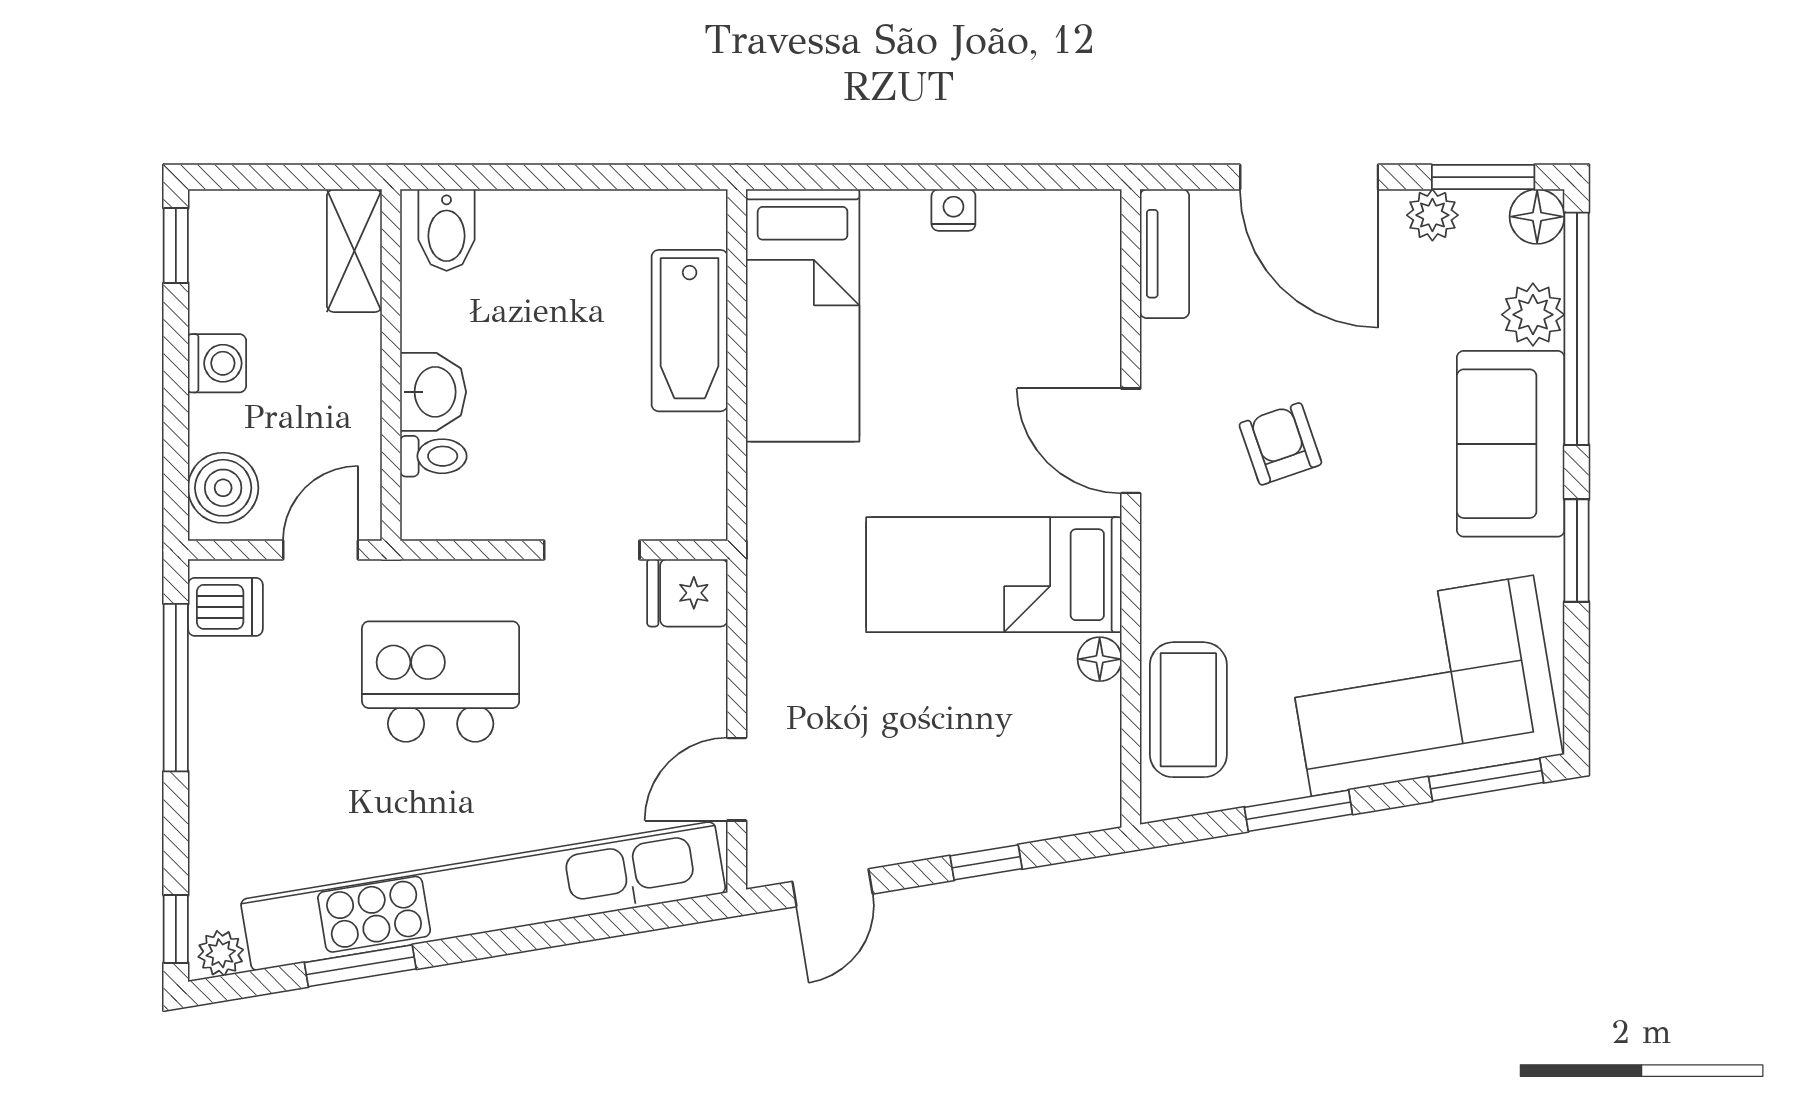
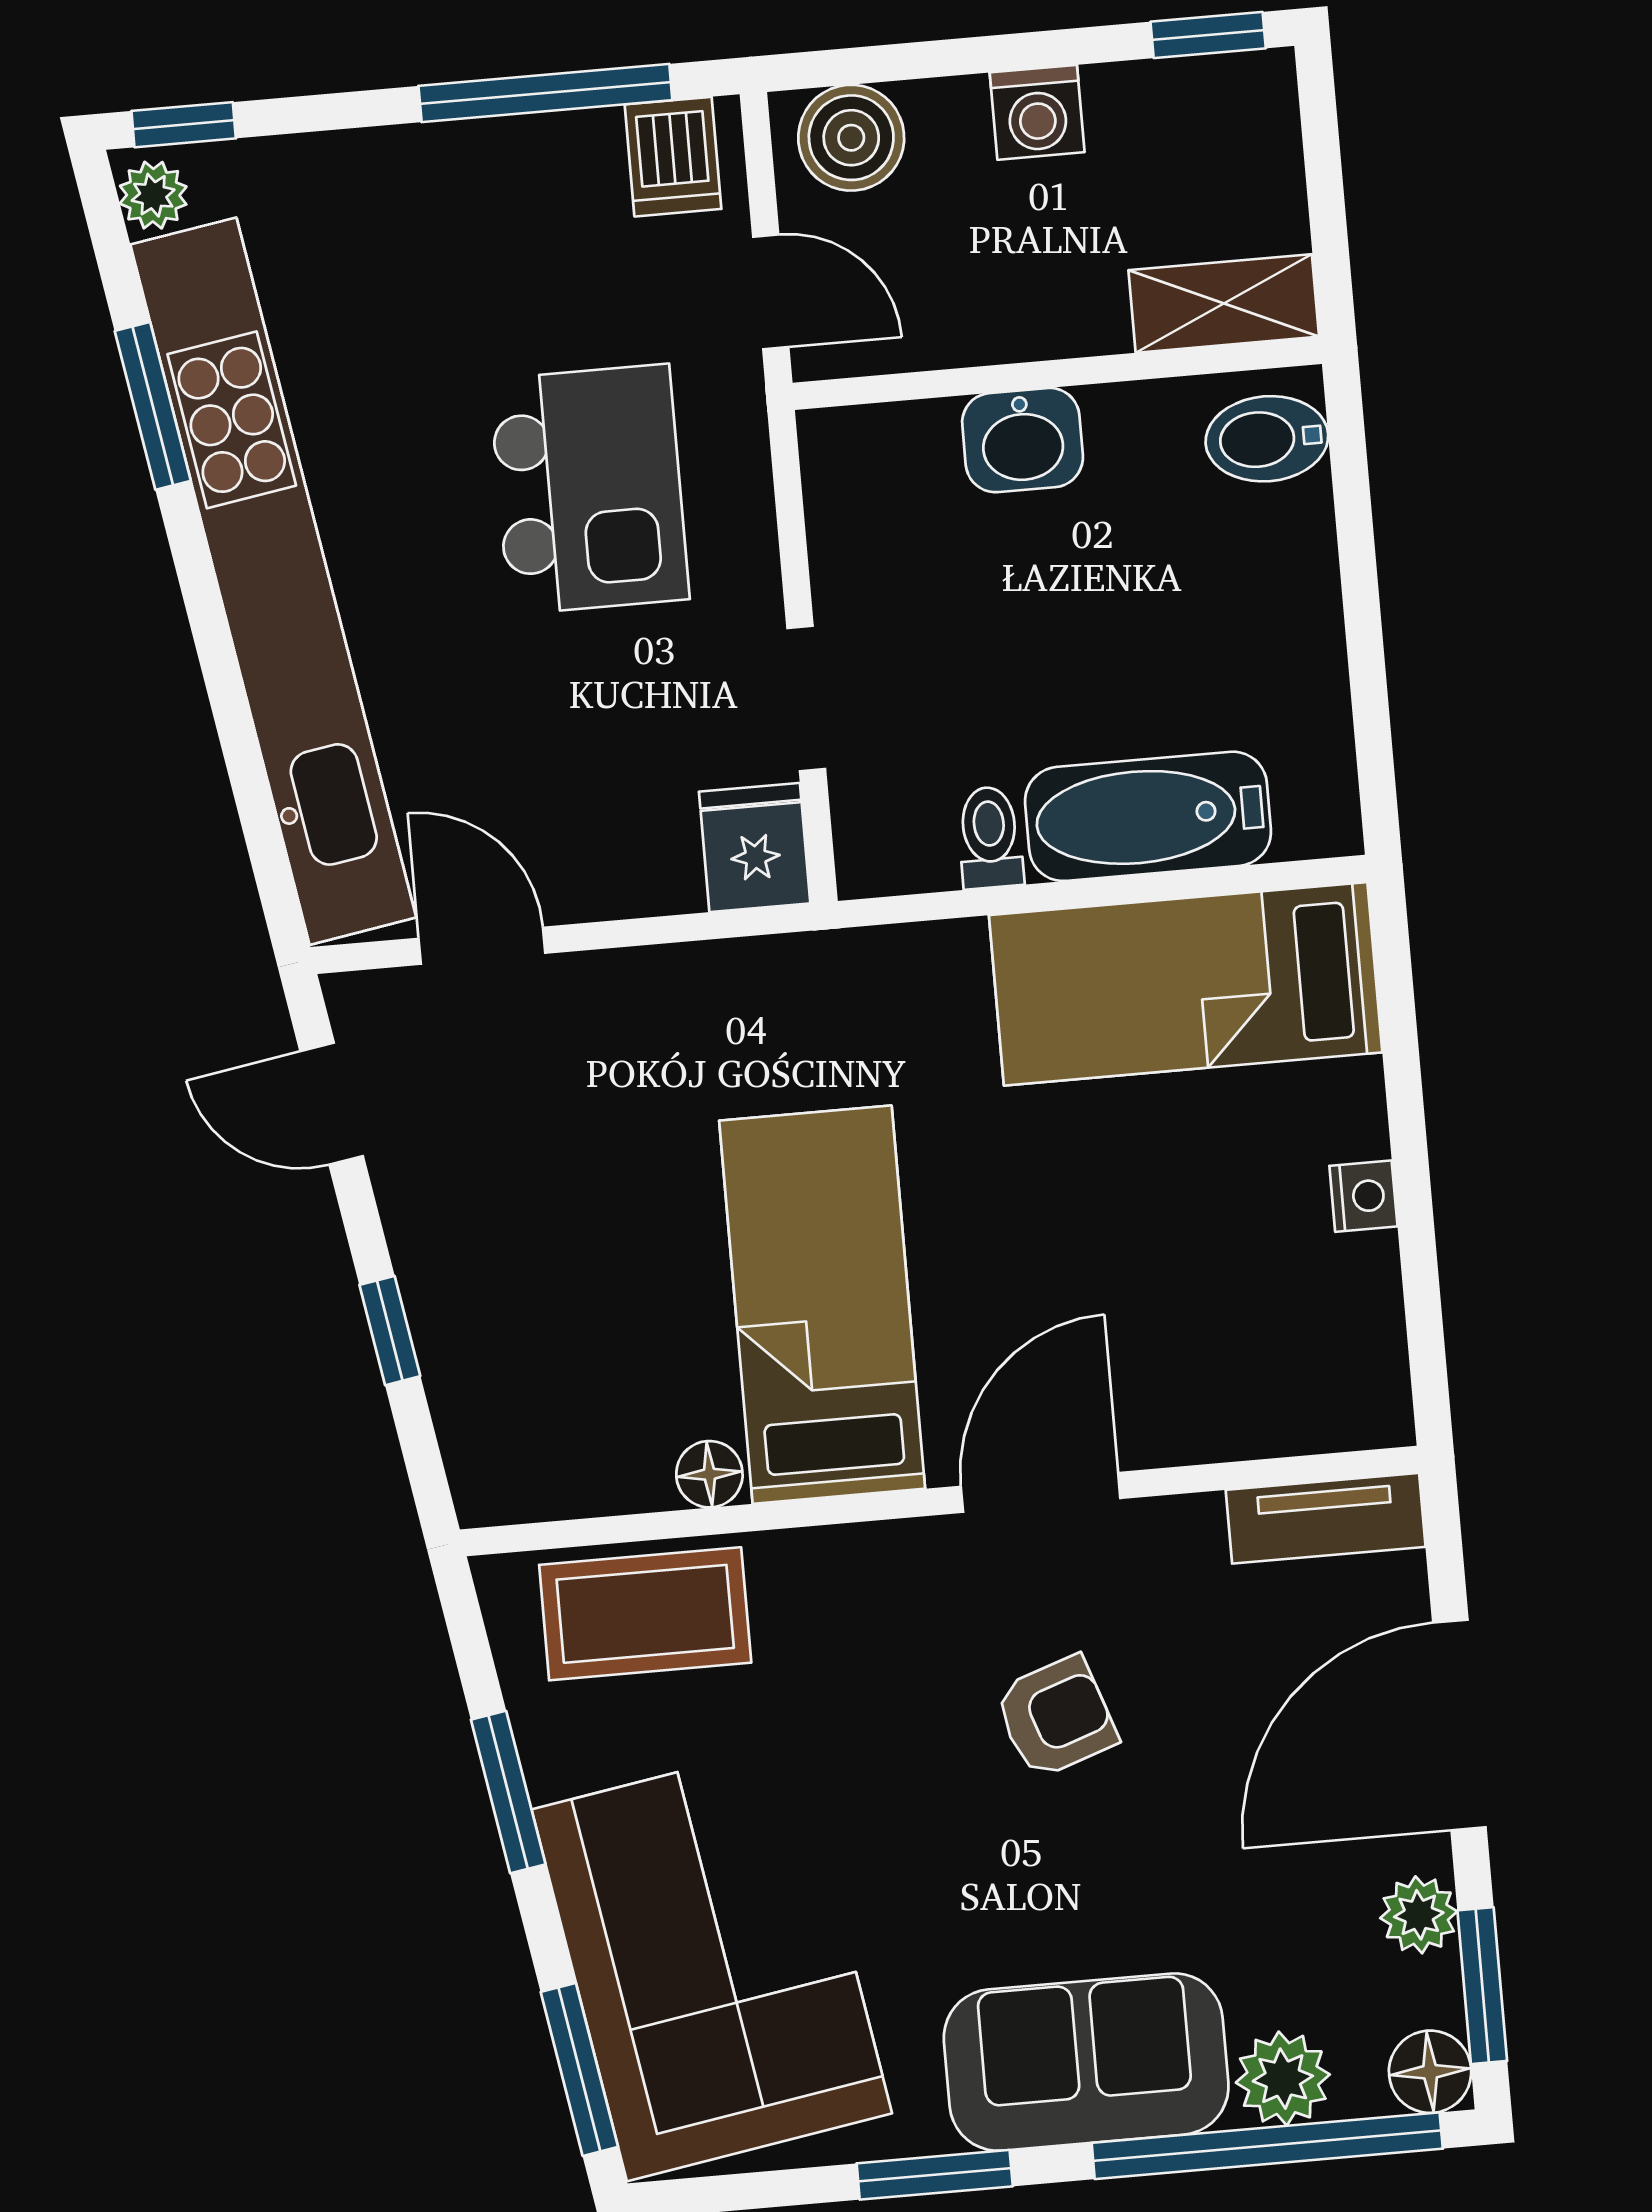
toilet: (433, 456) -> (990, 837), moved, turned 180

